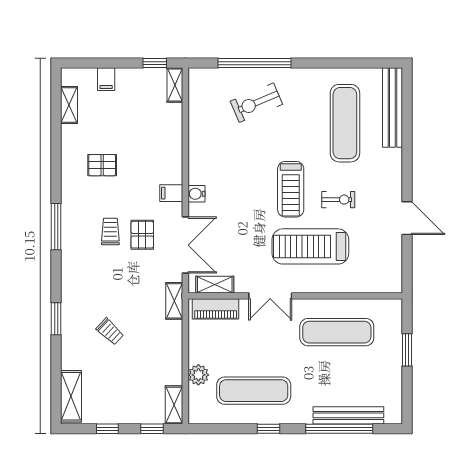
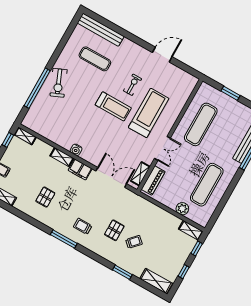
exercise bike: (256, 103) -> (59, 83), moved
exercise mat: (345, 123) -> (95, 59), width x0.73, depth x0.69
filing cabinet: (171, 193) -> (80, 169), width x2.00
water cooler: (197, 194) -> (76, 150), moved
trolley: (110, 231) -> (83, 226), moved
pallet: (142, 235) -> (114, 230), moved, turned 90
treadmill: (310, 246) -> (149, 113), turned 180
shelving: (174, 301) -> (62, 157), moved
window: (56, 319) -> (122, 272), moved
window: (268, 429) -> (231, 188), removed

